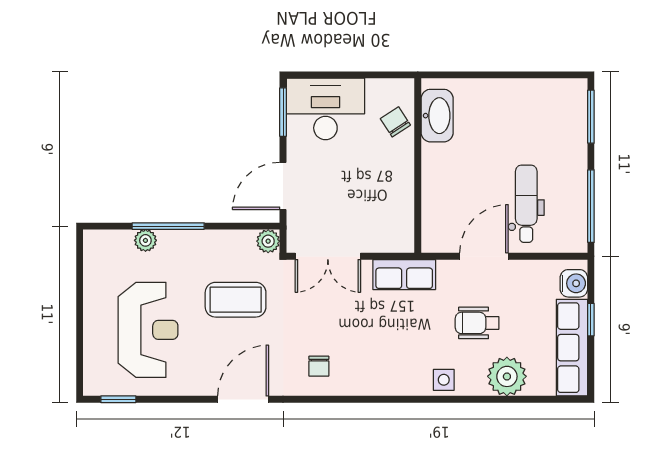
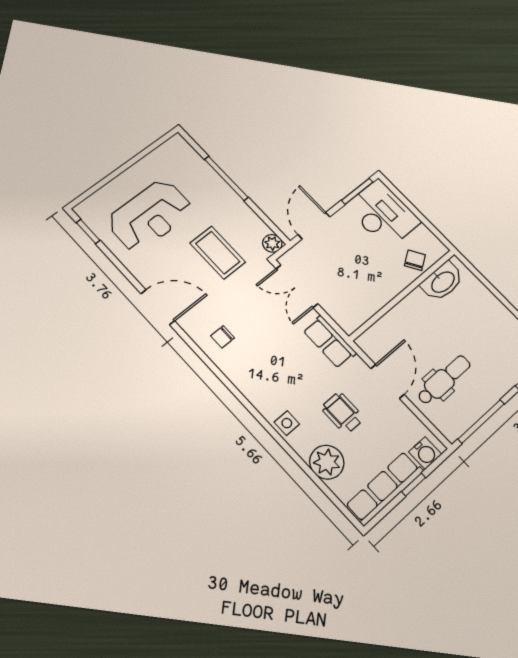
door: (283, 186) -> (314, 226), hinge flipped
plant: (145, 240) -> (205, 172), removed
door: (484, 256) -> (388, 381), hinge flipped

